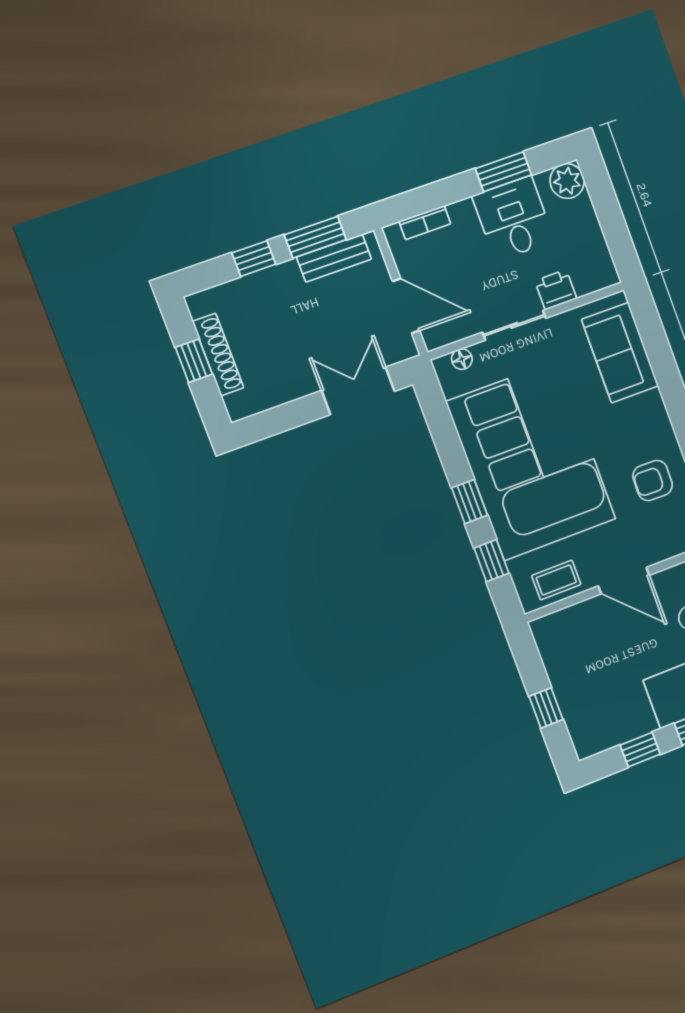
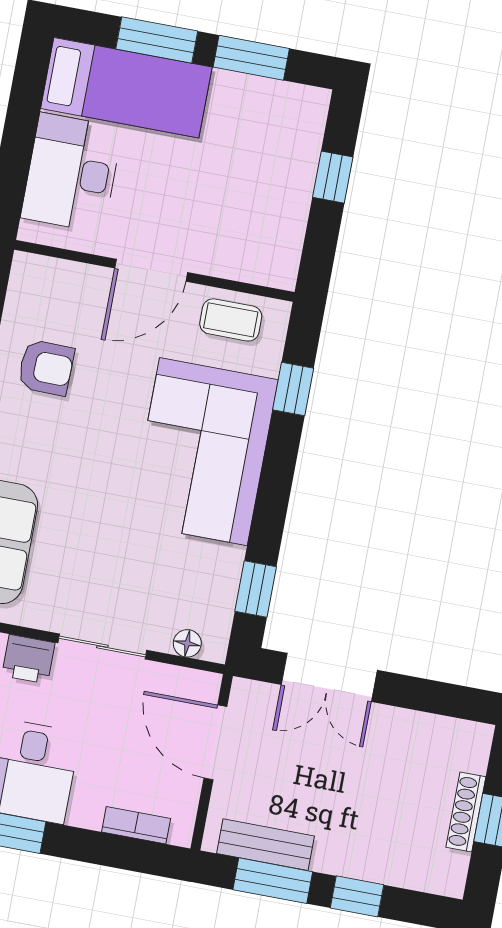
shoe rack: (218, 355) -> (466, 812), width x0.74, depth x0.81
corner sofa: (531, 460) -> (203, 452), width x0.73, depth x0.74
window: (470, 502) -> (256, 589), moved
door: (624, 581) -> (151, 270), swing flipped
window: (640, 750) -> (251, 58), width x1.50

